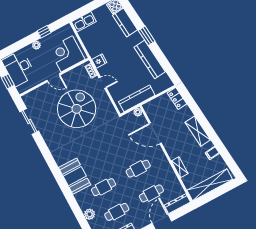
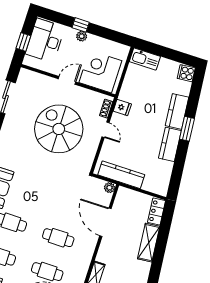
kitchen counter: (125, 23) -> (177, 111), moved
window: (44, 32) -> (81, 25), moved
kitchen counter: (150, 59) -> (170, 144), width x0.67
door: (54, 78) -> (67, 80), swing flipped
spiral stairs: (77, 109) -> (59, 129), turned -90
shelving: (198, 131) -> (149, 243), moved

